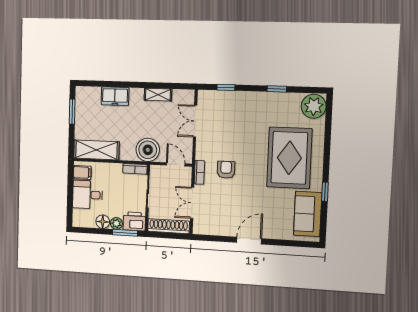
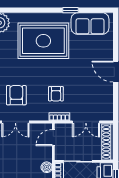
armchair: (226, 123) -> (16, 95), added
boiler: (148, 150) -> (47, 167), width x0.54, depth x0.54
armchair: (226, 170) -> (56, 94), turned -90

